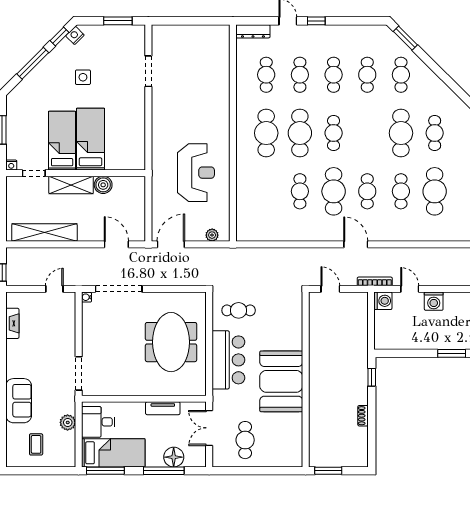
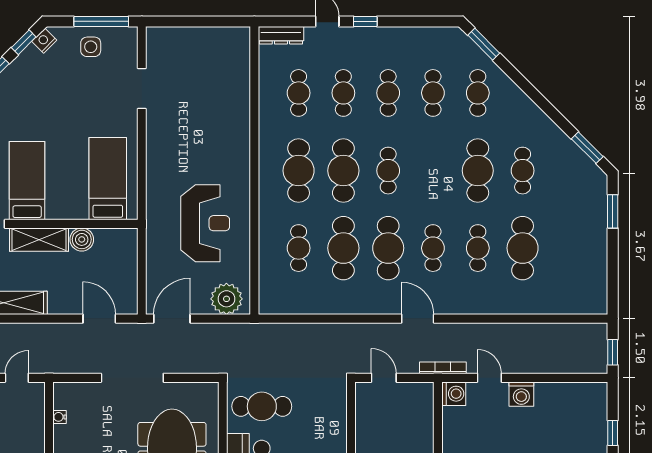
window: (118, 21) -> (101, 21), width x1.44
side table: (83, 77) -> (91, 47), moved
bed: (91, 139) -> (108, 179), moved
cafe table: (266, 191) -> (299, 248), added
cafe table: (300, 191) -> (343, 248), width x1.37, depth x1.35
plant: (212, 235) -> (226, 299), width x1.87, depth x1.87
doorway: (119, 289) -> (132, 378), moved
water cooler: (86, 297) -> (60, 417), moved
cafe table: (239, 310) -> (262, 406), width x1.37, depth x1.35

